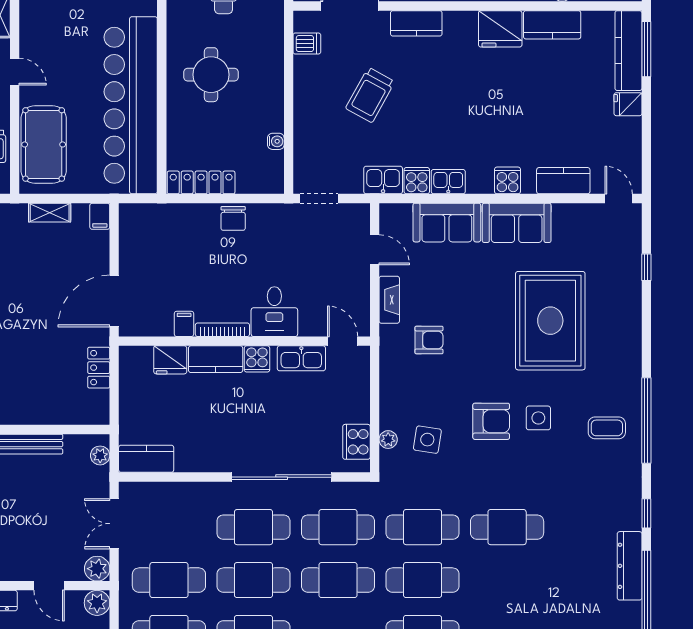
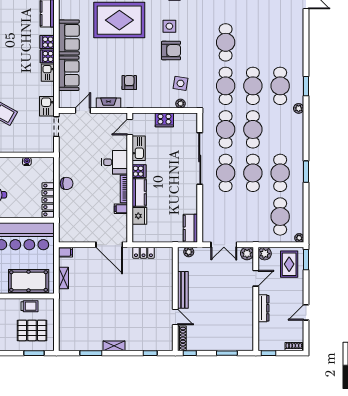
cooker: (417, 181) -> (47, 56), moved
doorway: (319, 199) -> (56, 127), moved
armchair: (491, 421) -> (171, 50), turned 90
cooker: (356, 442) -> (164, 120), moved
cafe table: (169, 580) -> (253, 216), removed

